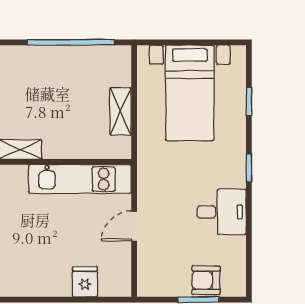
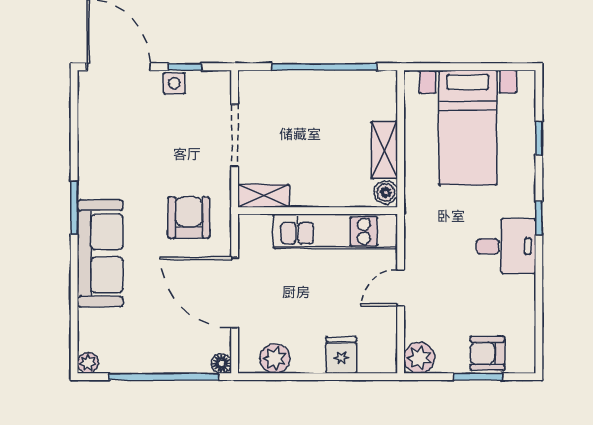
boiler: (122, 147) -> (386, 192), added
desk: (222, 212) -> (506, 246), moved
plant: (150, 284) -> (419, 358), added
plant: (30, 285) -> (275, 359), added

